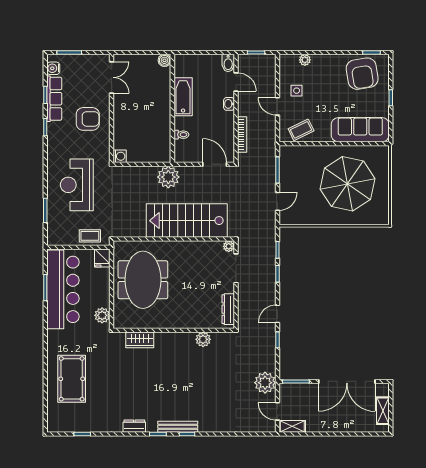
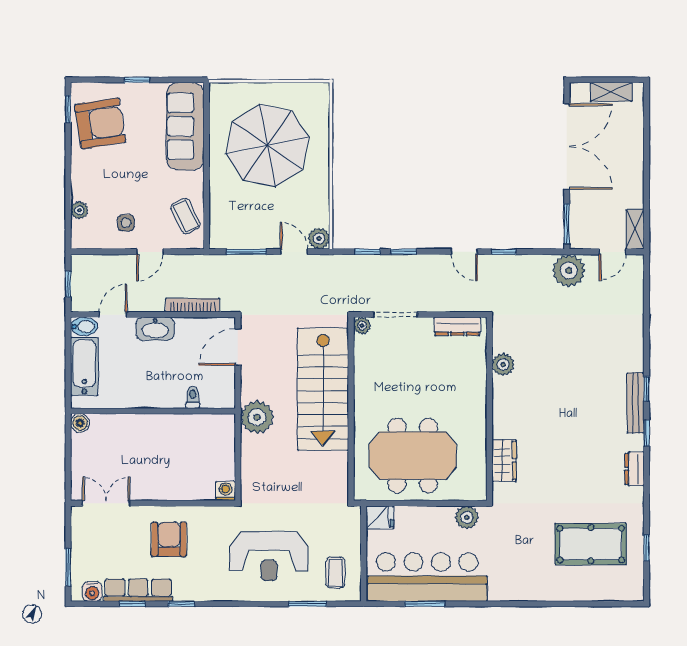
bathtub: (183, 97) -> (84, 366), moved, turned 90
washbasin: (229, 104) -> (155, 329), width x1.91, depth x1.45
plant: (286, 218) -> (319, 238), added
coffee table: (90, 236) -> (336, 573), moved
pool table: (72, 379) -> (591, 544), moved

